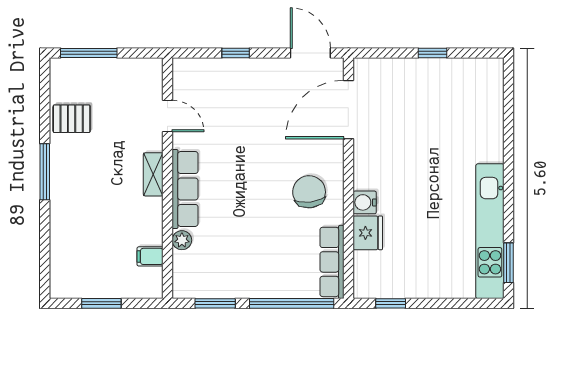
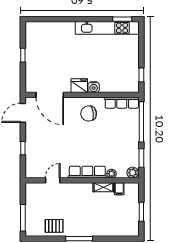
pallet: (72, 119) -> (54, 226), turned 90
shelving: (153, 174) -> (103, 187), moved
fridge: (368, 233) -> (79, 86), moved
plant: (184, 285) -> (133, 173), added

